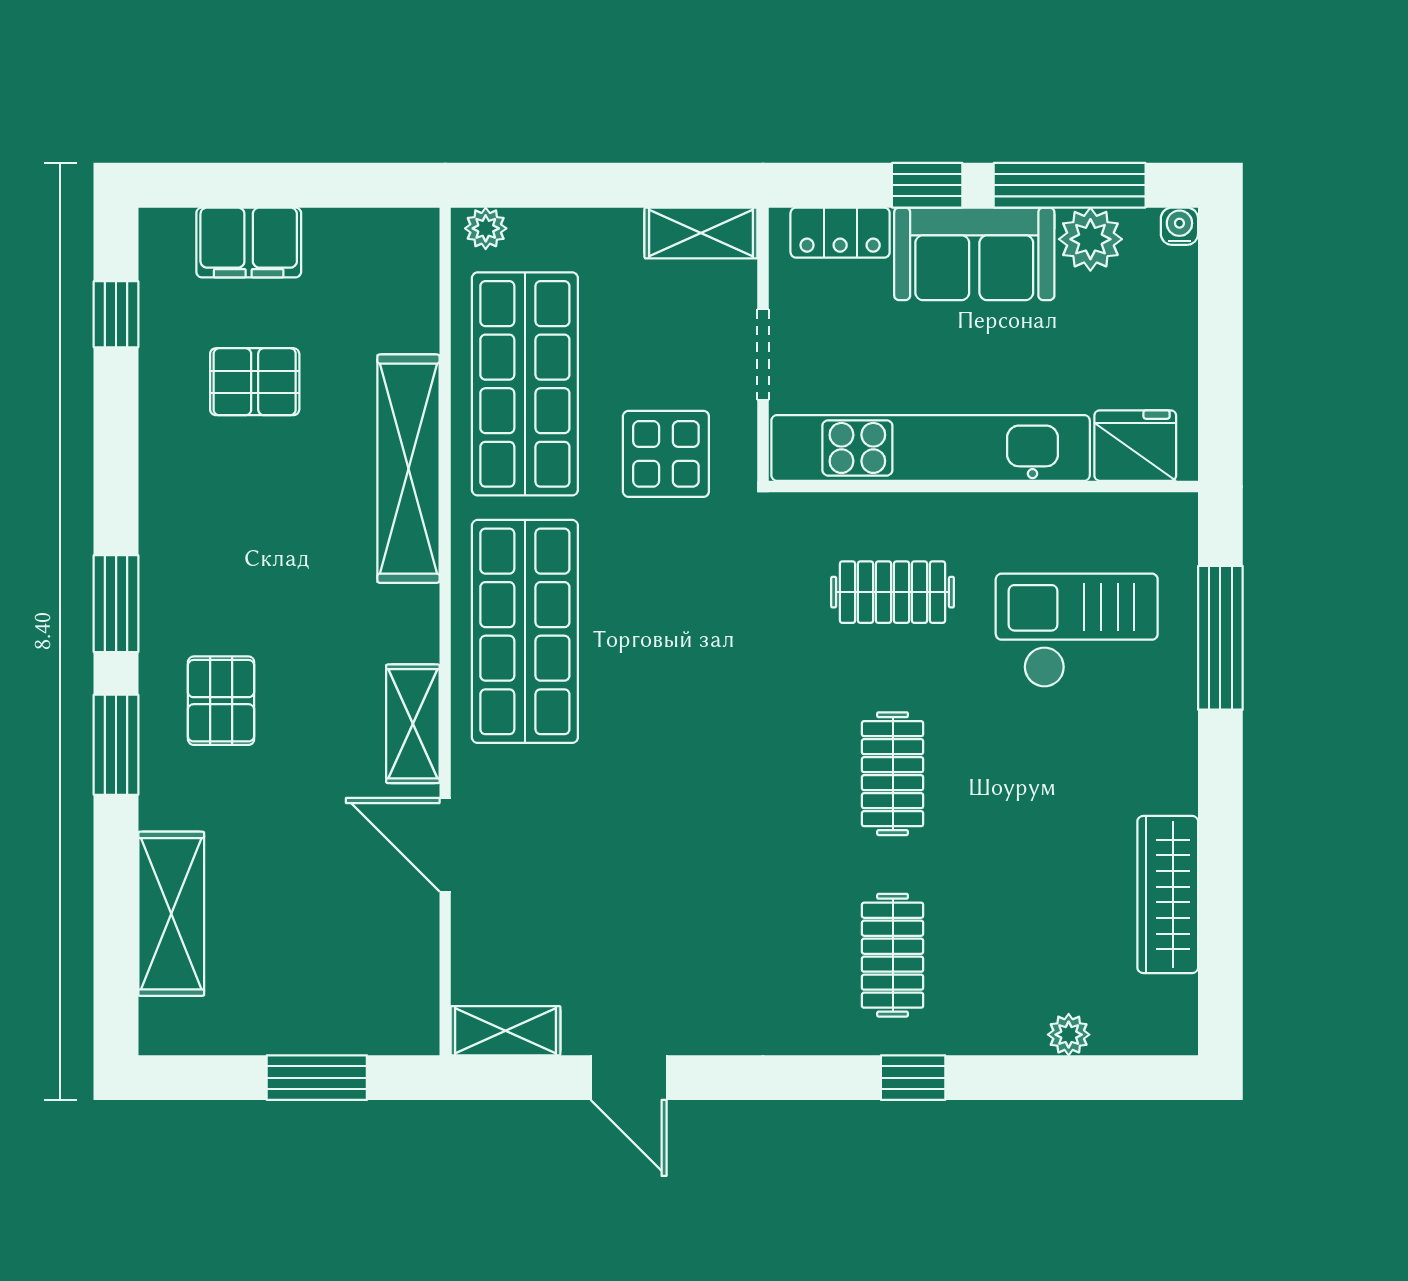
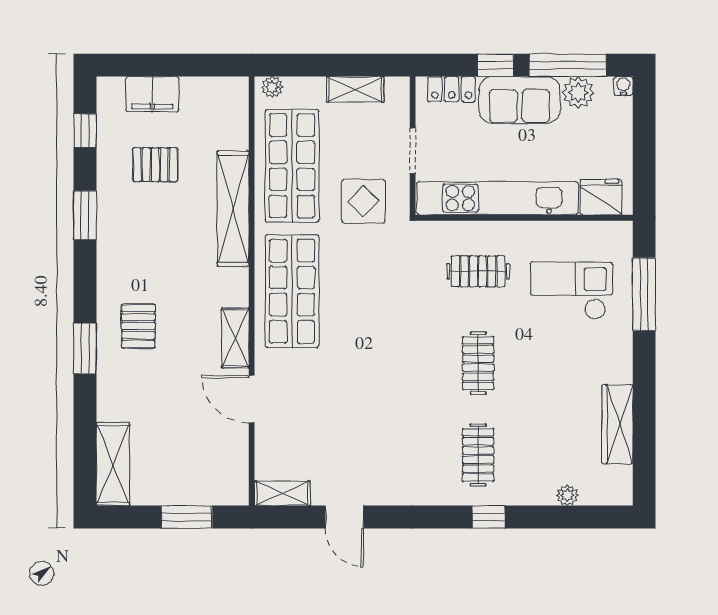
shelving: (701, 233) -> (355, 89), moved
window: (116, 604) -> (85, 215), moved
shelving: (171, 914) -> (113, 464), moved

